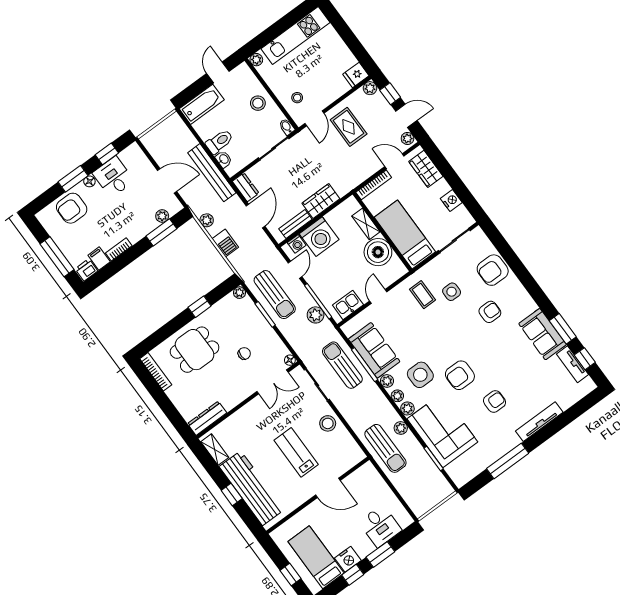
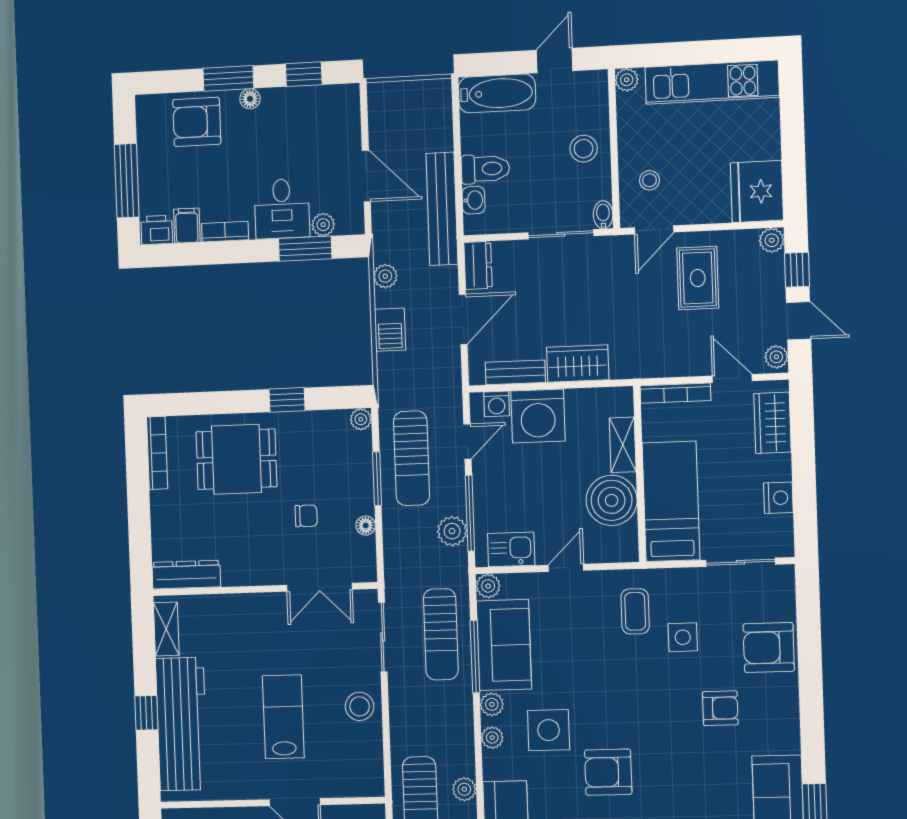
fridge: (356, 75) -> (757, 191), width x1.88, depth x1.34
desk: (113, 177) -> (282, 209), moved, turned 180
floor lamp: (290, 360) -> (366, 526), moved
sun lounger: (342, 365) -> (441, 634), turned 180
plant: (407, 408) -> (488, 586), moved

